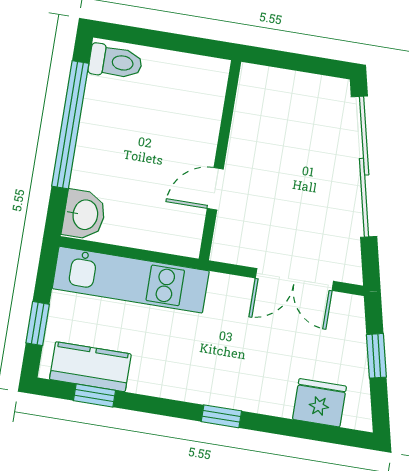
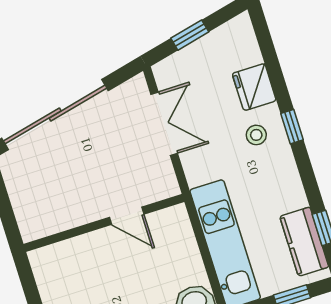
stool: (232, 373) -> (256, 135), added
fridge: (319, 403) -> (254, 87), moved

